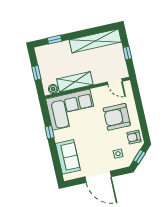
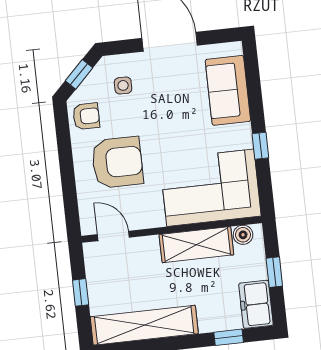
freezer: (43, 57) -> (256, 304), added

